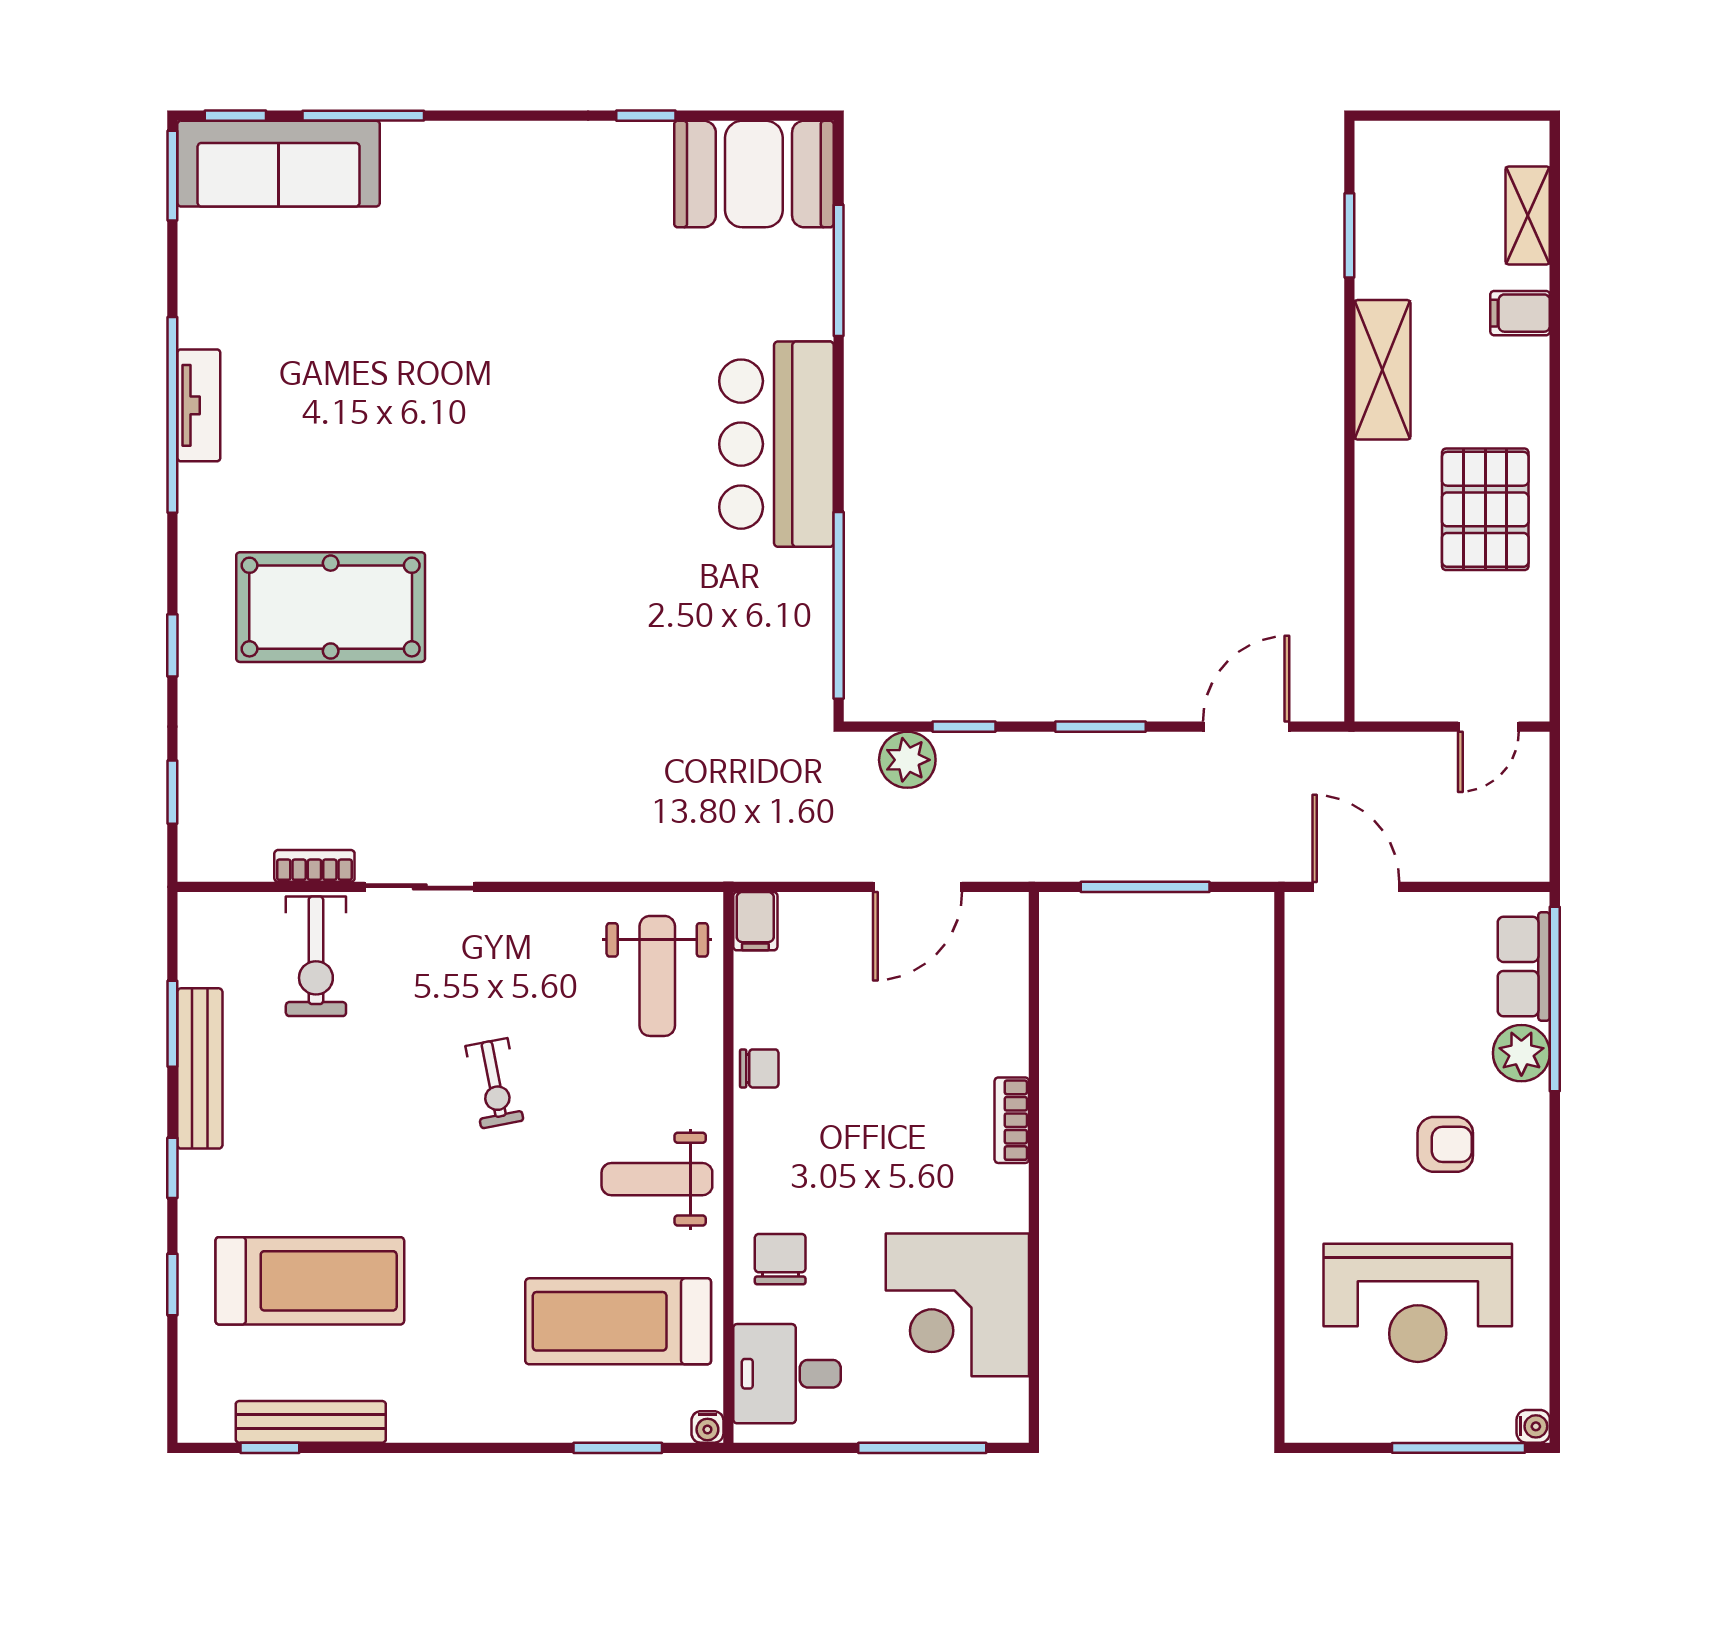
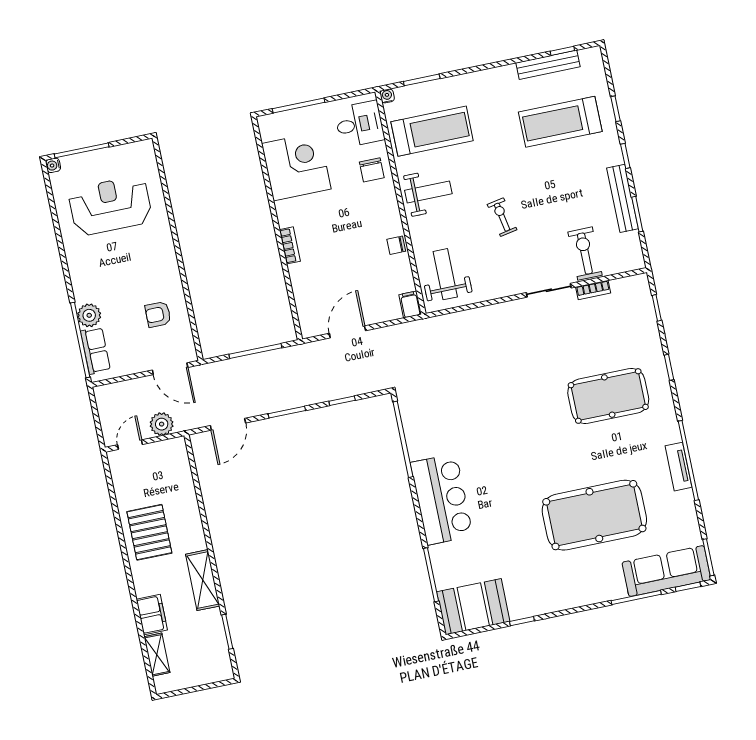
filing cabinet: (1520, 313) -> (152, 615), width x2.00
pool table: (422, 331) -> (594, 515), added
plant: (907, 760) -> (162, 424), moved
armchair: (1445, 1144) -> (158, 314), moved

